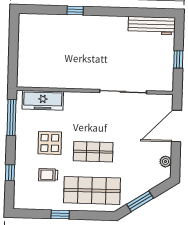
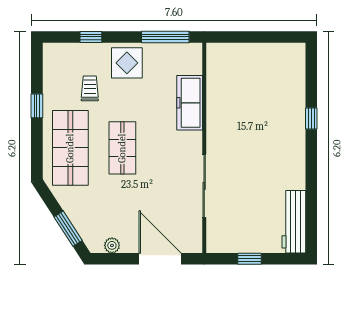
freezer: (43, 100) -> (190, 103), moved
display table: (50, 143) -> (127, 63), moved
window: (140, 201) -> (68, 229), moved

